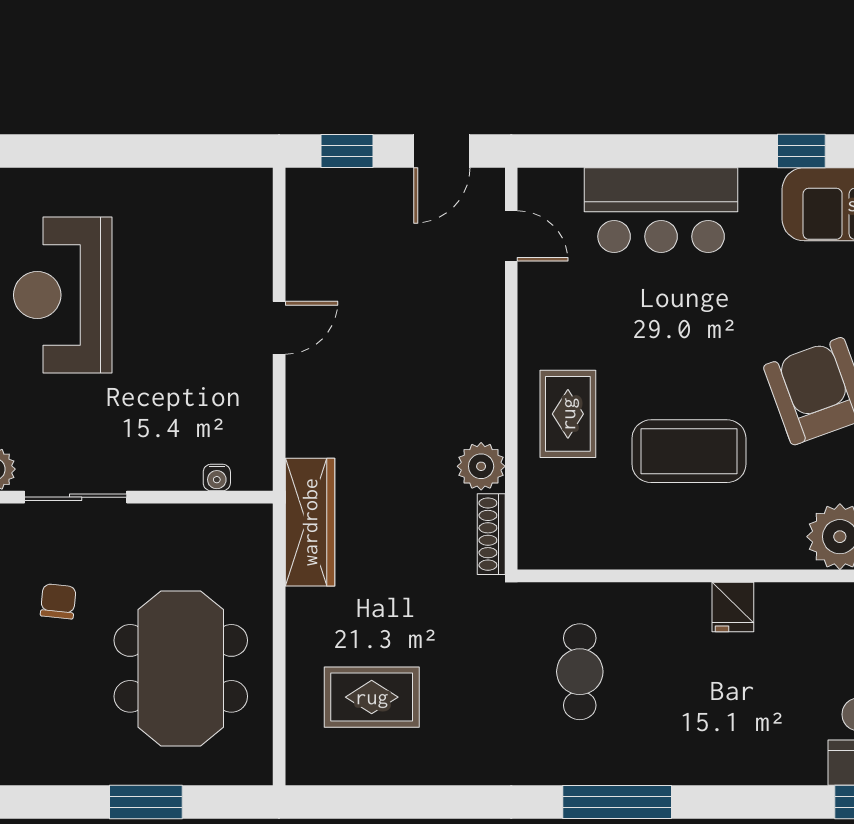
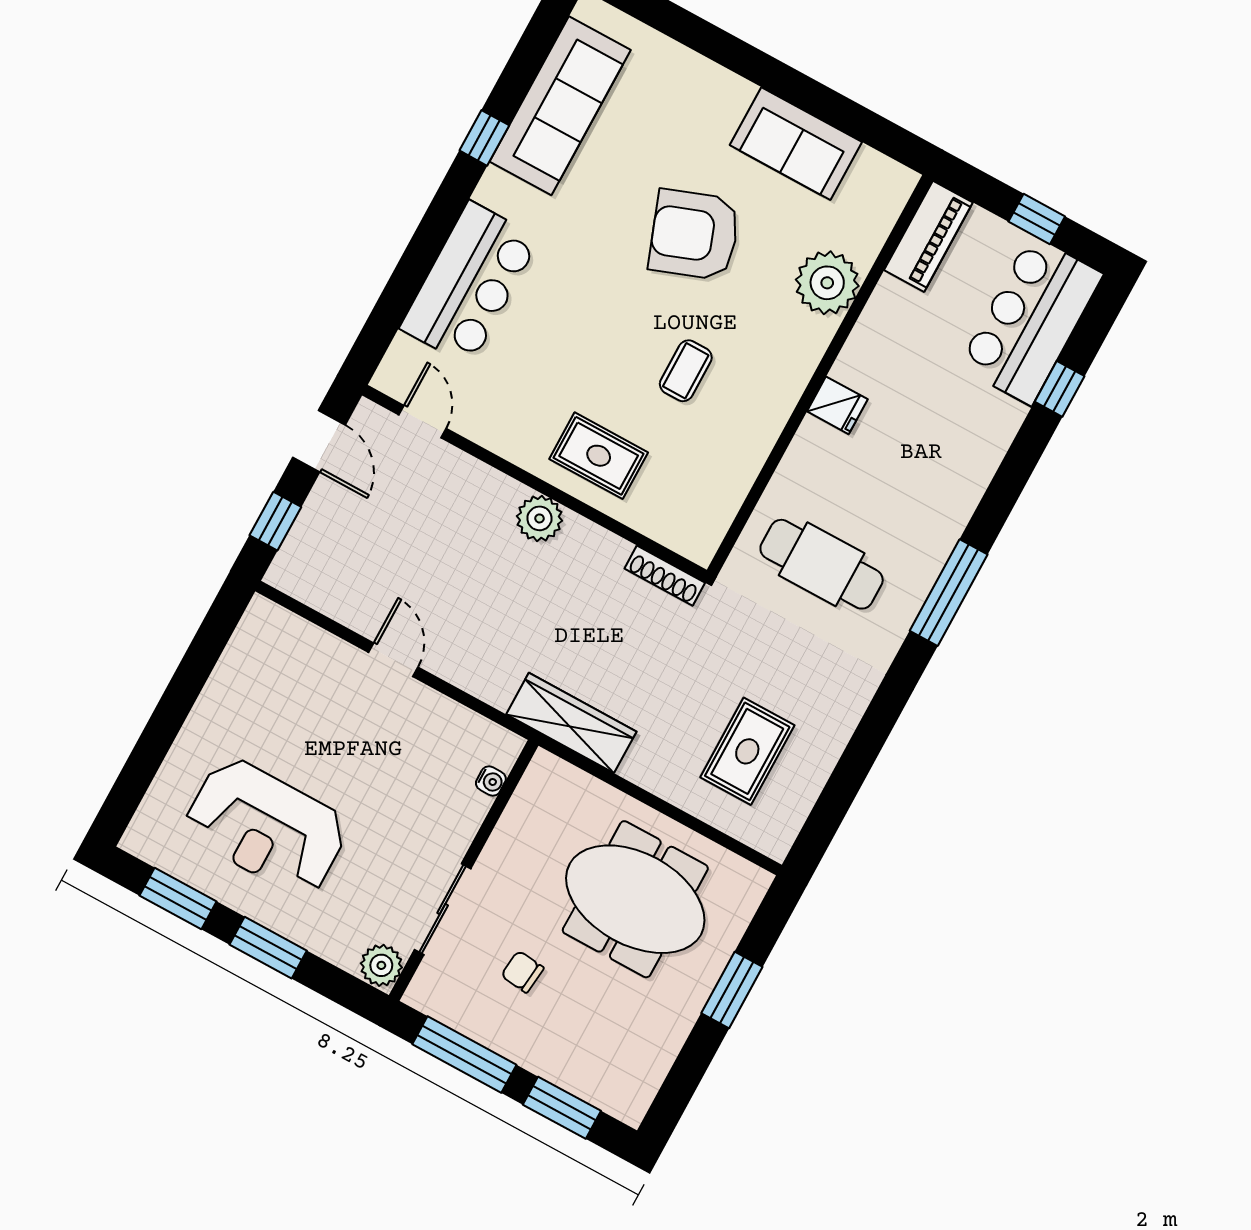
door: (511, 236) -> (422, 422), hinge flipped
coffee table: (689, 451) -> (686, 371), width x0.54, depth x0.58
plant: (481, 466) -> (539, 518), moved
cafe table: (580, 672) -> (822, 564), width x1.37, depth x1.35

